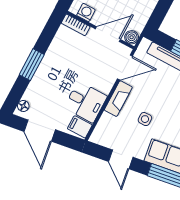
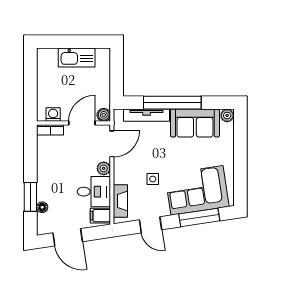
window: (32, 65) -> (30, 197), moved
plant: (106, 86) -> (104, 168), added
fireplace: (118, 99) -> (120, 201), moved
floor lamp: (23, 106) -> (42, 207), moved

